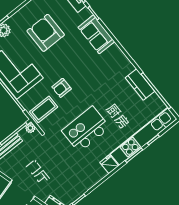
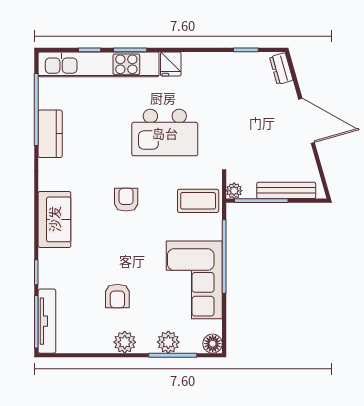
plant: (24, 14) -> (125, 342), added
armchair: (46, 33) -> (117, 296), width x0.53, depth x0.53
sofa: (96, 34) -> (54, 219), moved
armchair: (62, 88) -> (126, 200), moved, turned -90

